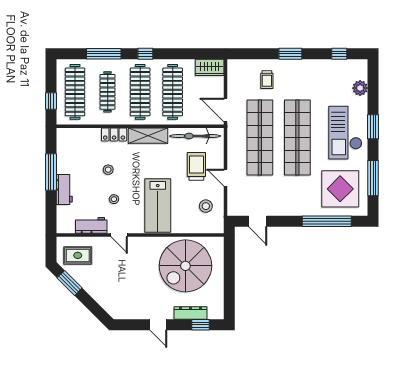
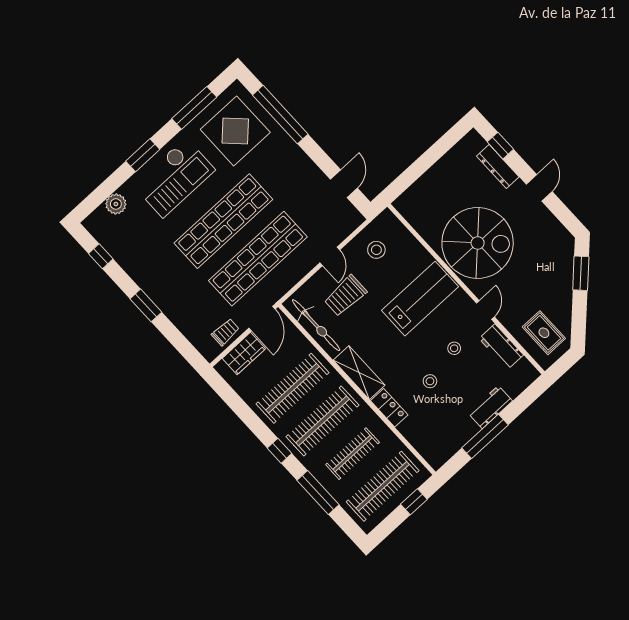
wardrobe: (210, 67) -> (244, 354), moved, turned 90
trolley: (267, 80) -> (225, 332), moved
spiral stairs: (185, 266) -> (478, 243), moved
window: (70, 283) -> (581, 273), moved

